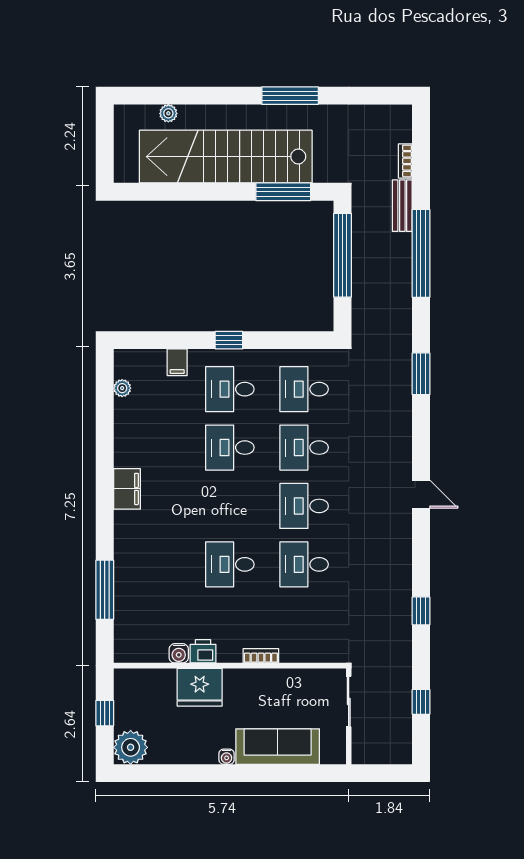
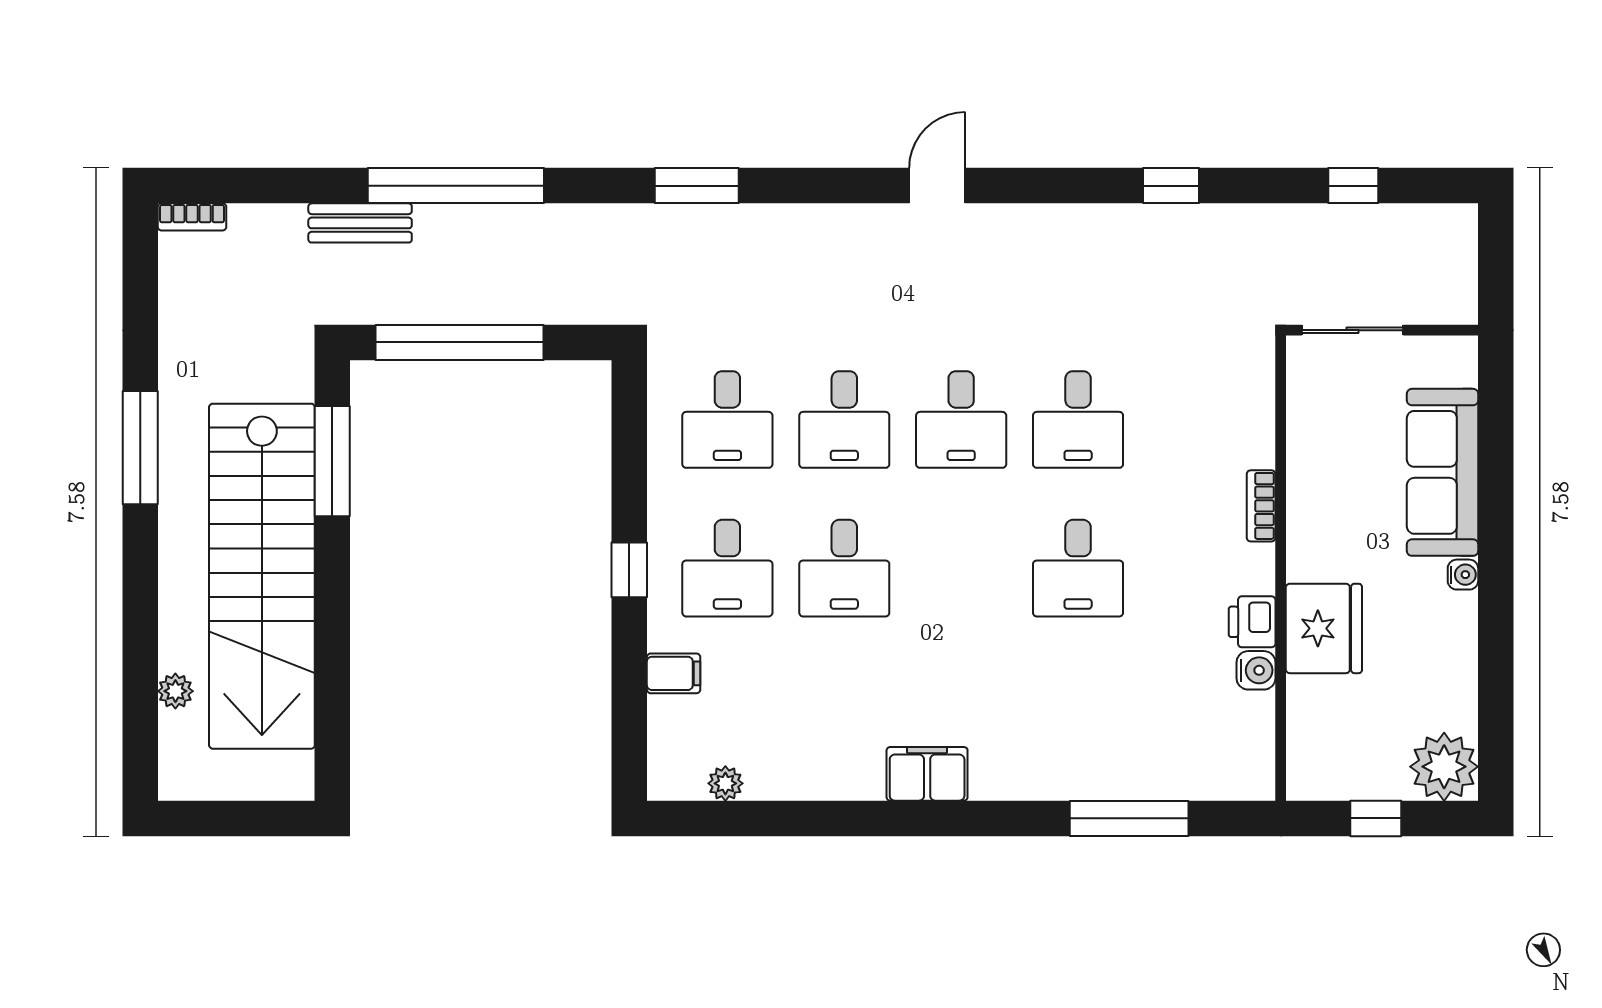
bookcase: (405, 161) -> (192, 217), moved

